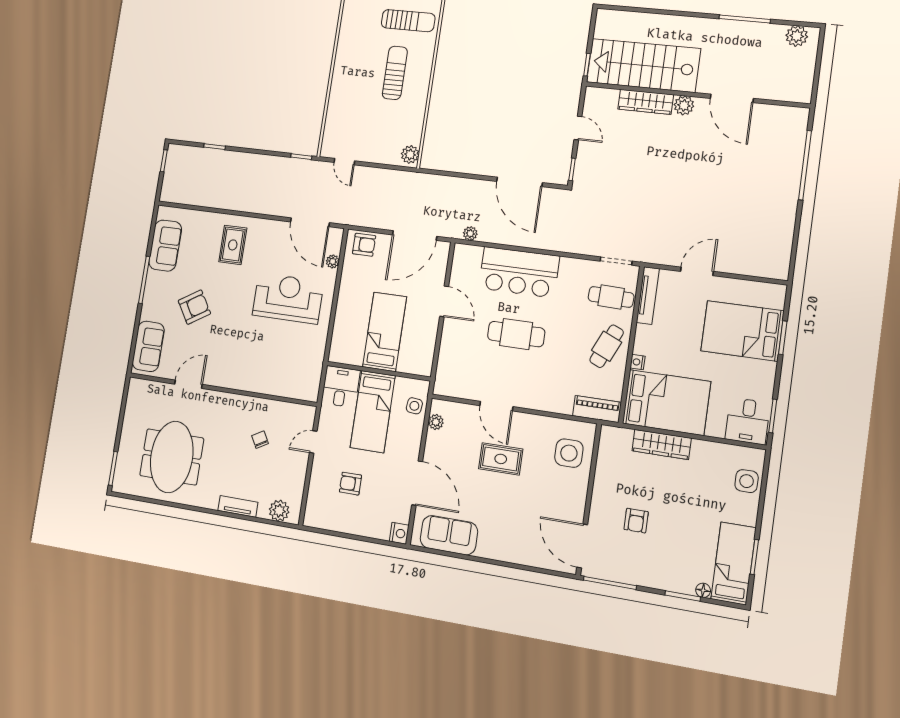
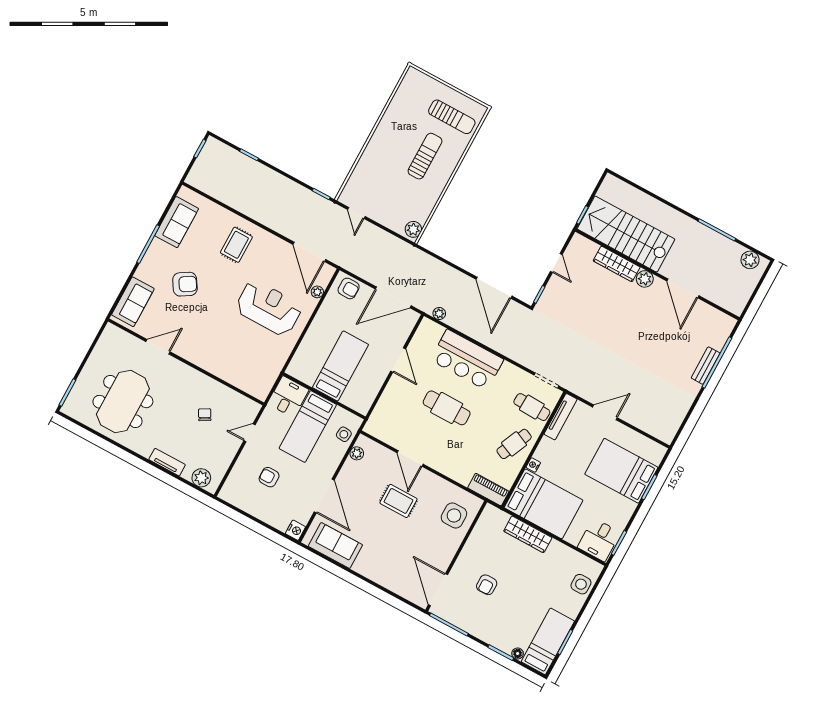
bench: (793, 174) -> (706, 366), added

